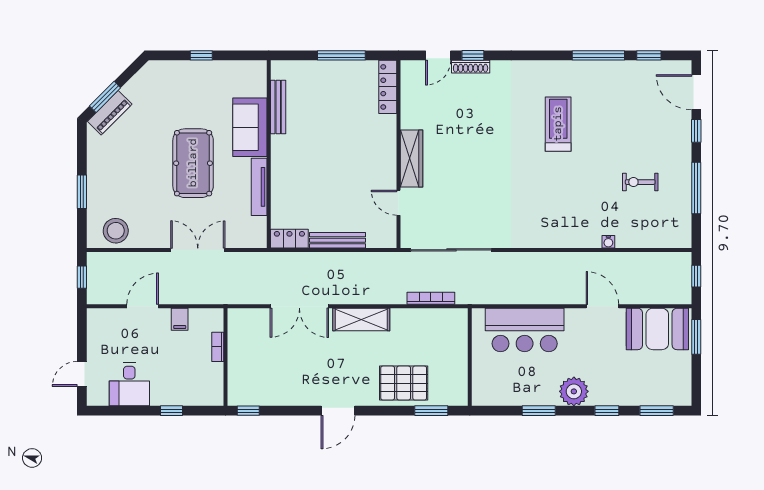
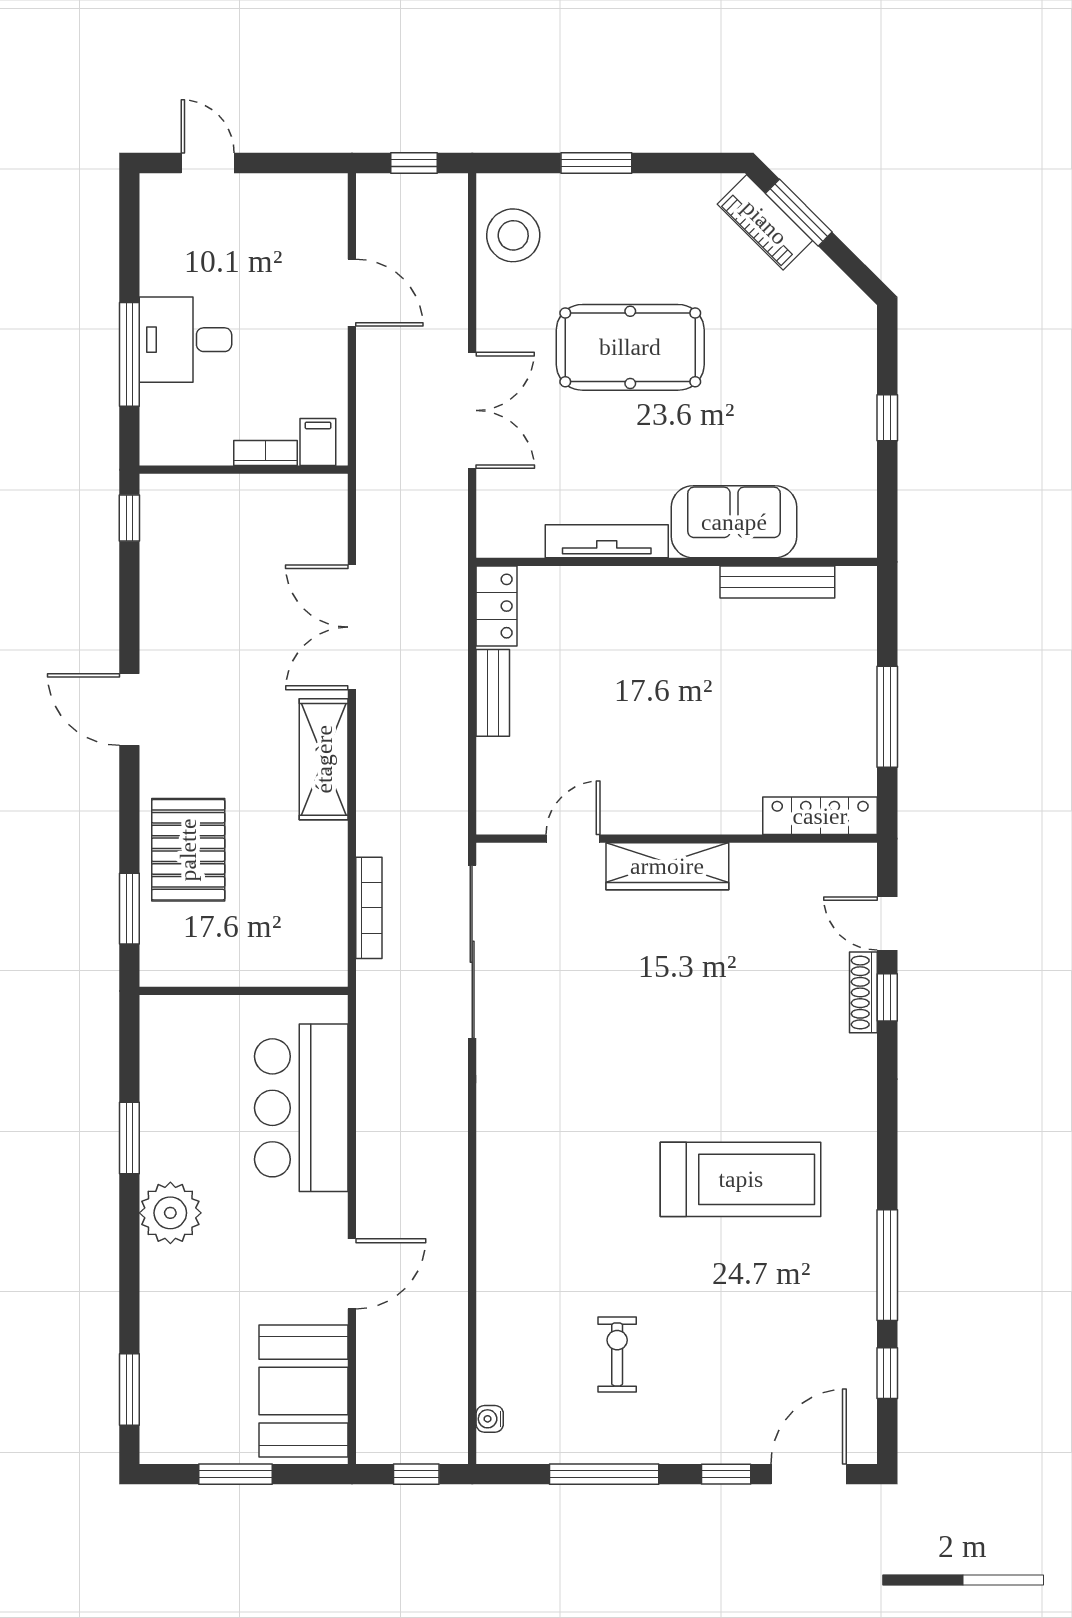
treadmill: (558, 124) -> (741, 1179), width x1.37, depth x1.38
pool table: (193, 163) -> (630, 347), moved
bench: (338, 240) -> (493, 693), width x0.73
water cooler: (608, 242) -> (490, 1419), moved
filing cabinet: (180, 319) -> (318, 442), moved, turned 90
window: (696, 337) -> (236, 1474), moved
desk: (129, 384) -> (186, 340), moved
window: (172, 411) -> (129, 354), width x2.17
window: (607, 411) -> (129, 1283), removed

